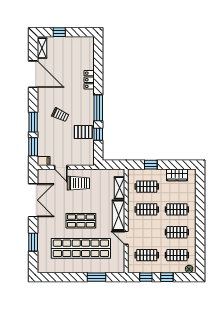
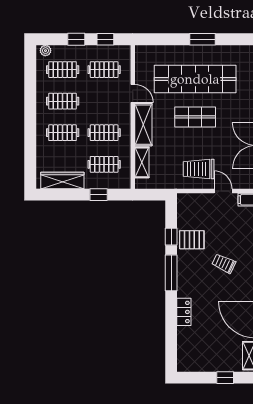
wardrobe: (177, 175) -> (62, 181), width x1.50
window: (96, 277) -> (203, 39), moved

